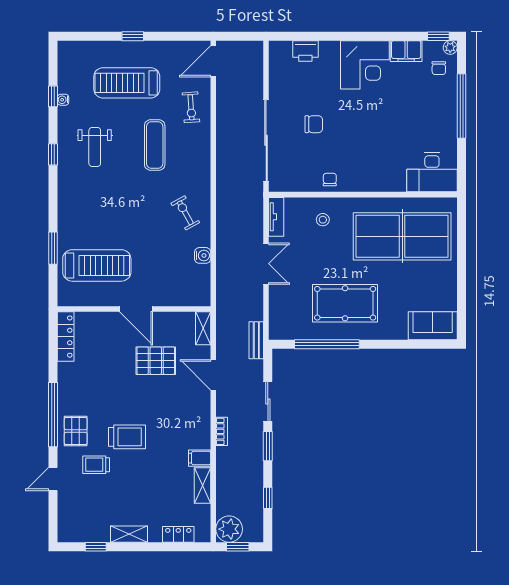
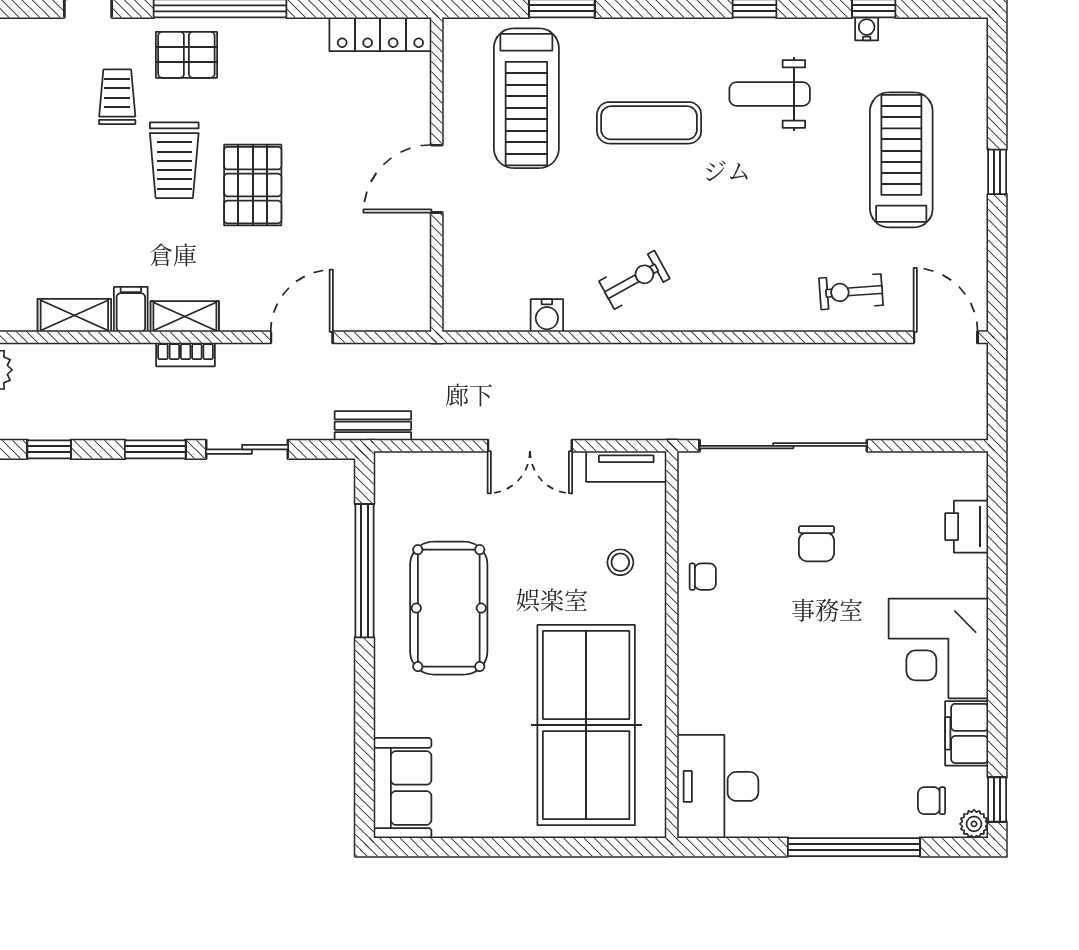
exercise mat: (155, 145) -> (649, 123), moved
shelving: (203, 328) -> (185, 317), moved
pallet: (156, 361) -> (253, 185), moved

